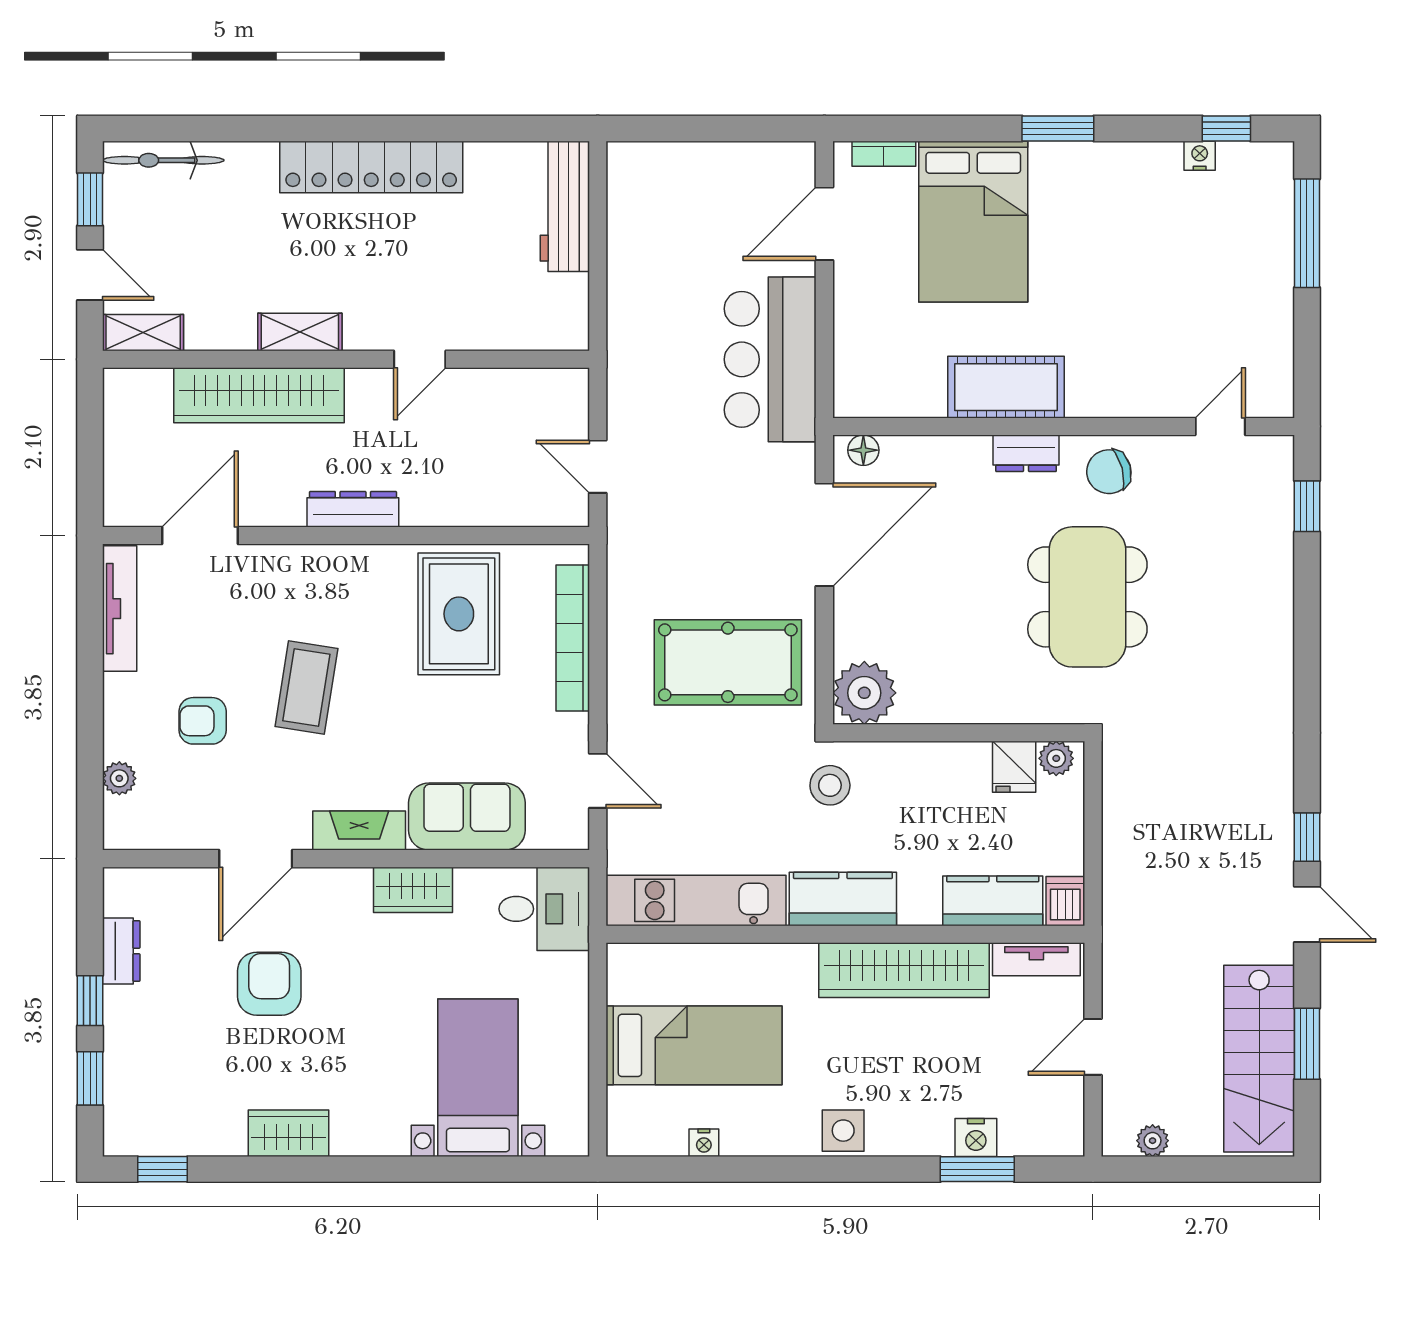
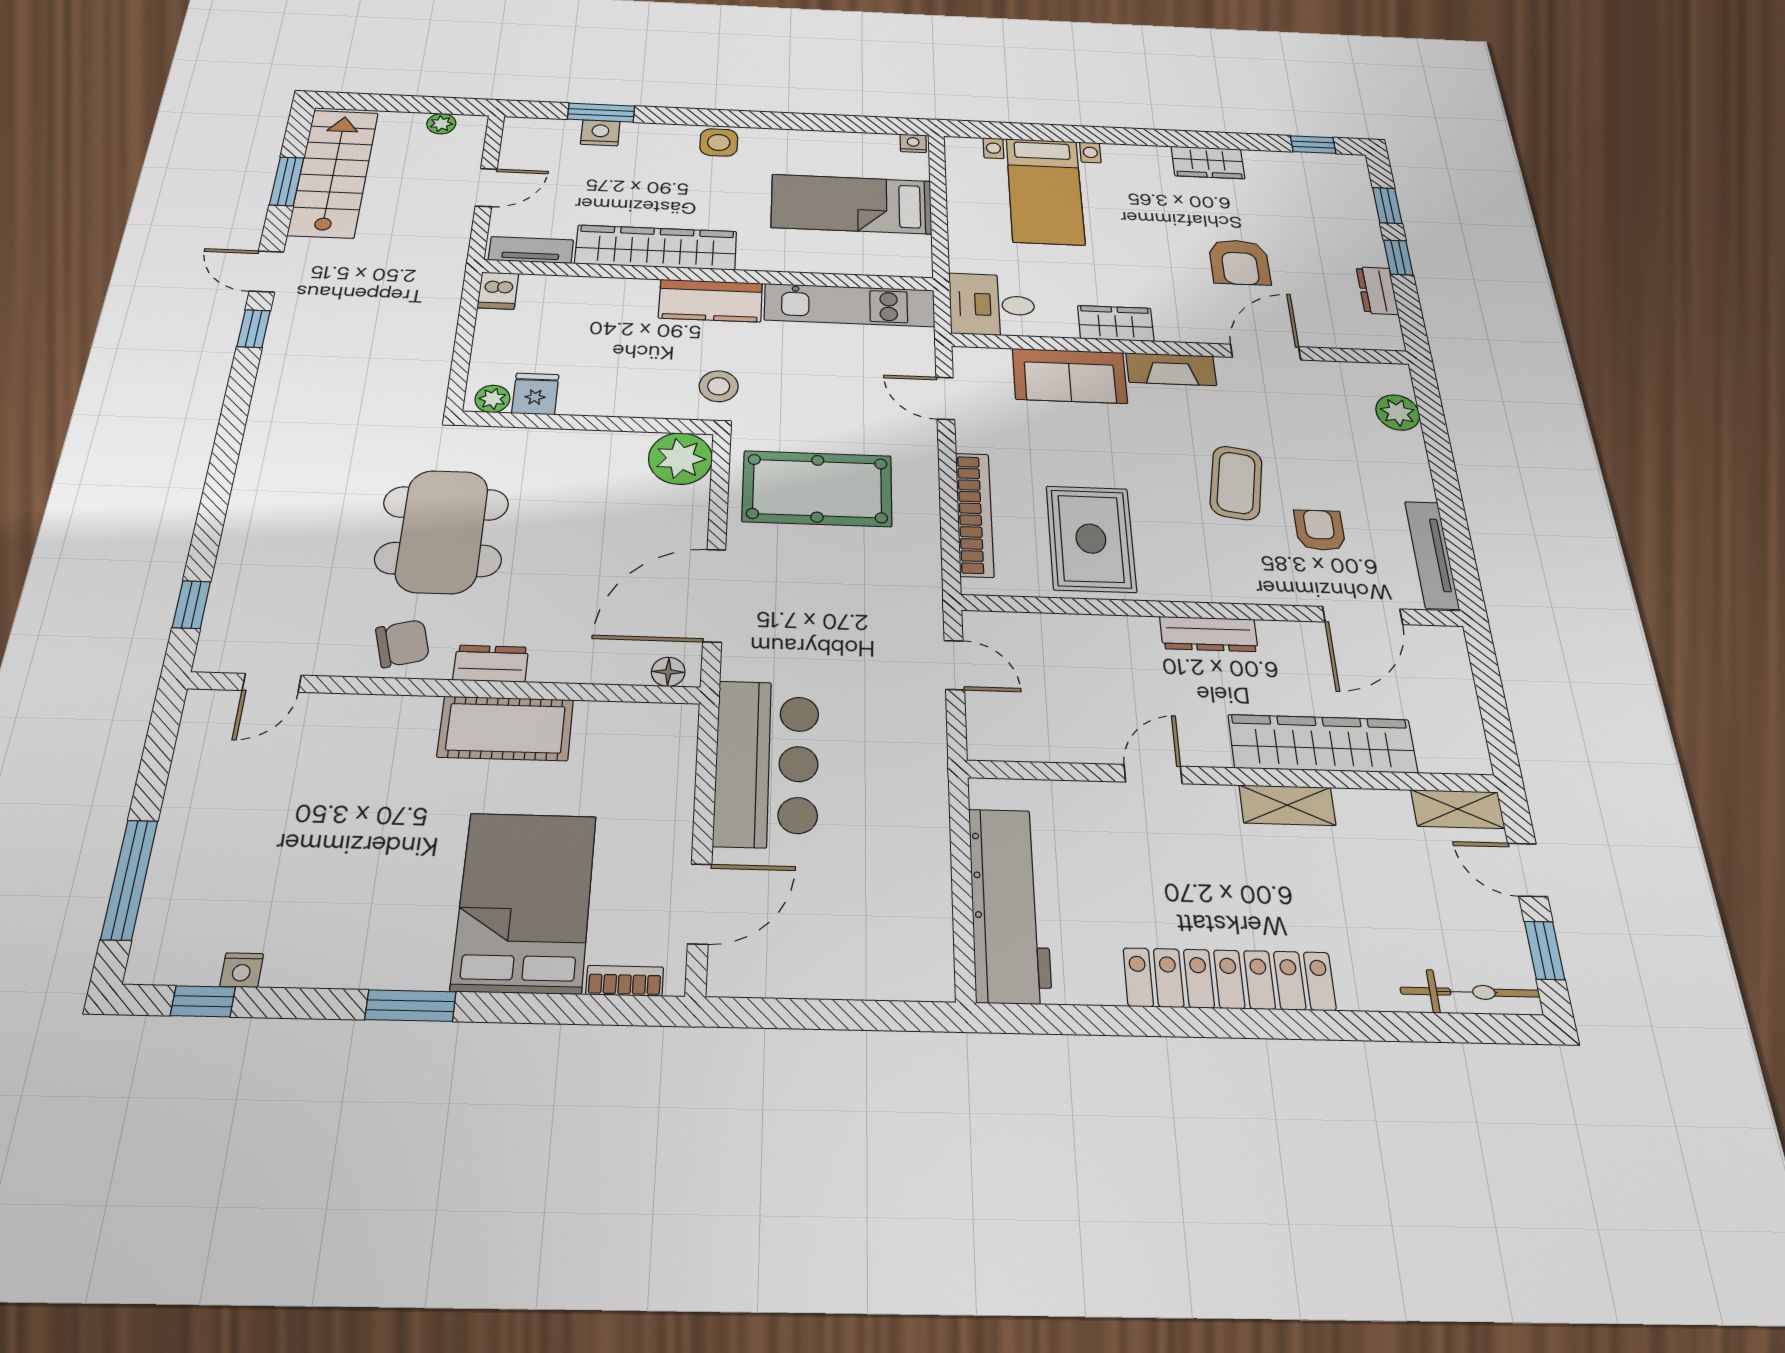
workbench: (565, 206) -> (1009, 904), width x1.36, depth x1.32
armchair: (203, 721) -> (1320, 530), moved, turned -90
plant: (119, 778) -> (1398, 412), width x1.38, depth x1.38
kitchen counter: (993, 901) -> (568, 293), removed
nightstand: (704, 1143) -> (913, 143), moved

